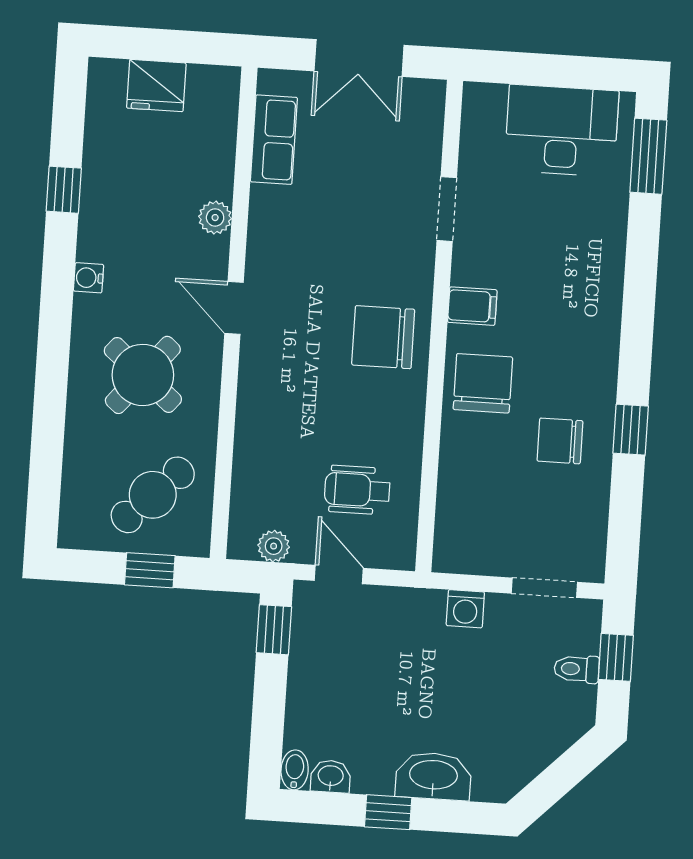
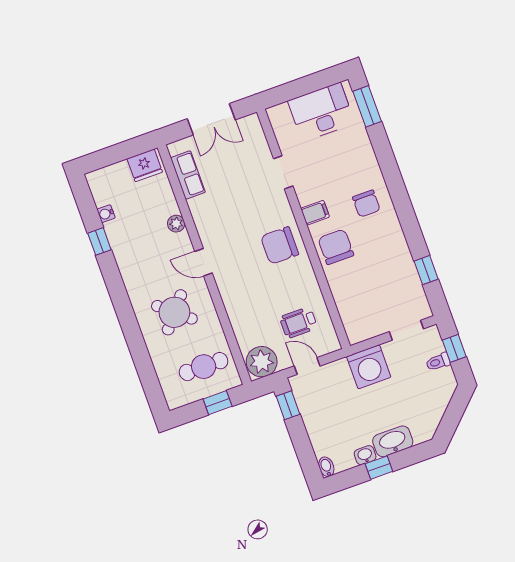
fridge: (156, 86) -> (145, 165), moved
water cooler: (88, 278) -> (106, 214), moved
window: (631, 430) -> (426, 270), moved
chair: (560, 441) -> (366, 204), moved, turned -90
cafe table: (153, 495) -> (204, 367), turned 44
plant: (274, 546) -> (262, 362), width x1.88, depth x1.88
washing machine: (465, 609) -> (369, 367), width x1.89, depth x1.89
washbasin: (331, 776) -> (365, 455), moved

